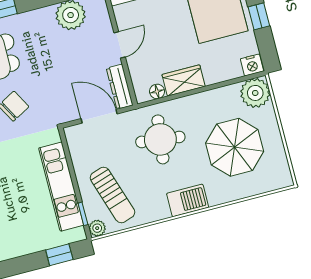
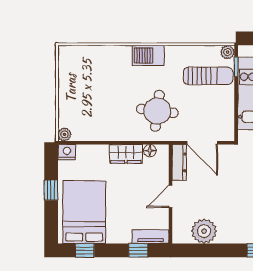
plant: (255, 93) -> (64, 134), width x0.53, depth x0.53
parasol: (235, 147) -> (99, 89), removed
sun lounger: (112, 195) -> (208, 76), turned 108

